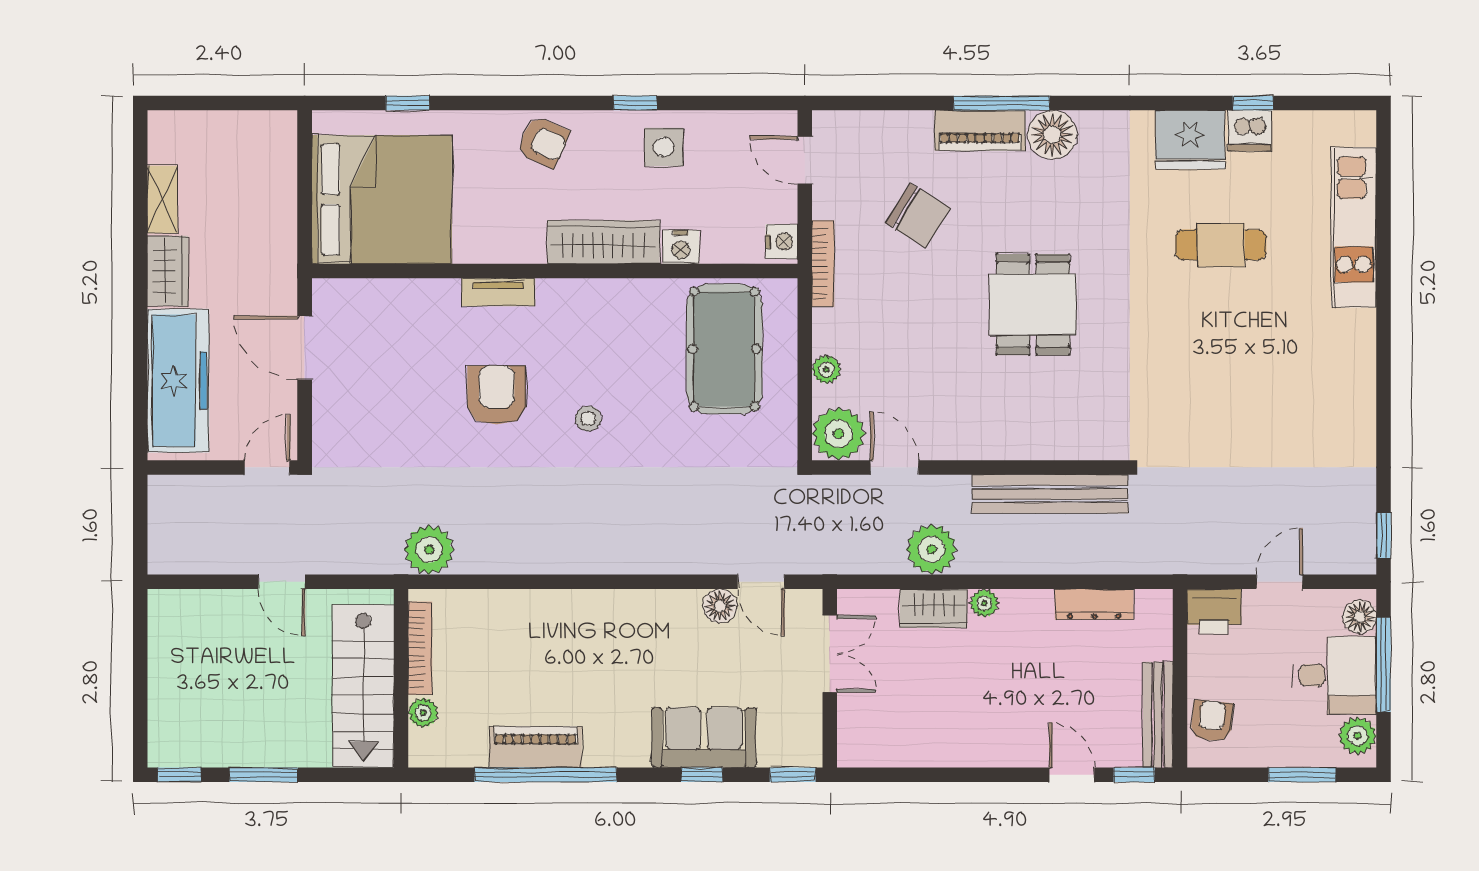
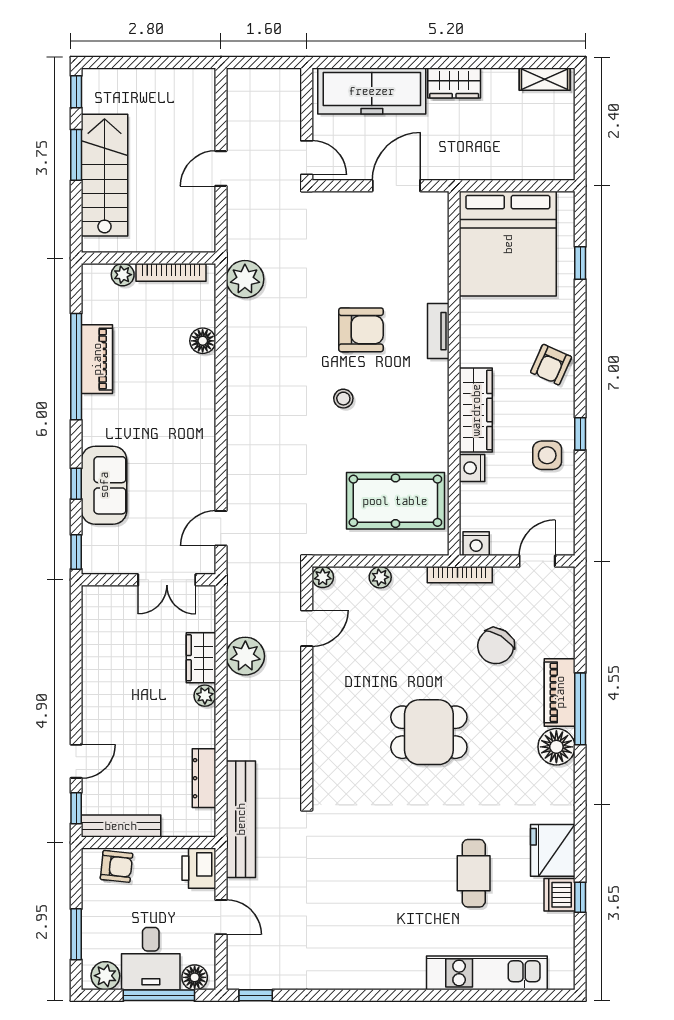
shelving: (163, 199) -> (545, 79), moved
plant: (839, 434) -> (323, 577), width x0.53, depth x0.53
bench: (1050, 494) -> (241, 819), moved
floor lamp: (720, 606) -> (203, 341), moved
stairs: (363, 686) -> (105, 175), moved, turned 90

